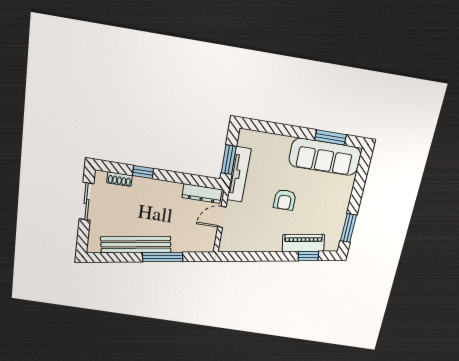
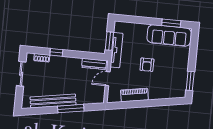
piano: (303, 243) -> (134, 95), moved
window: (308, 256) -> (166, 102), removed

